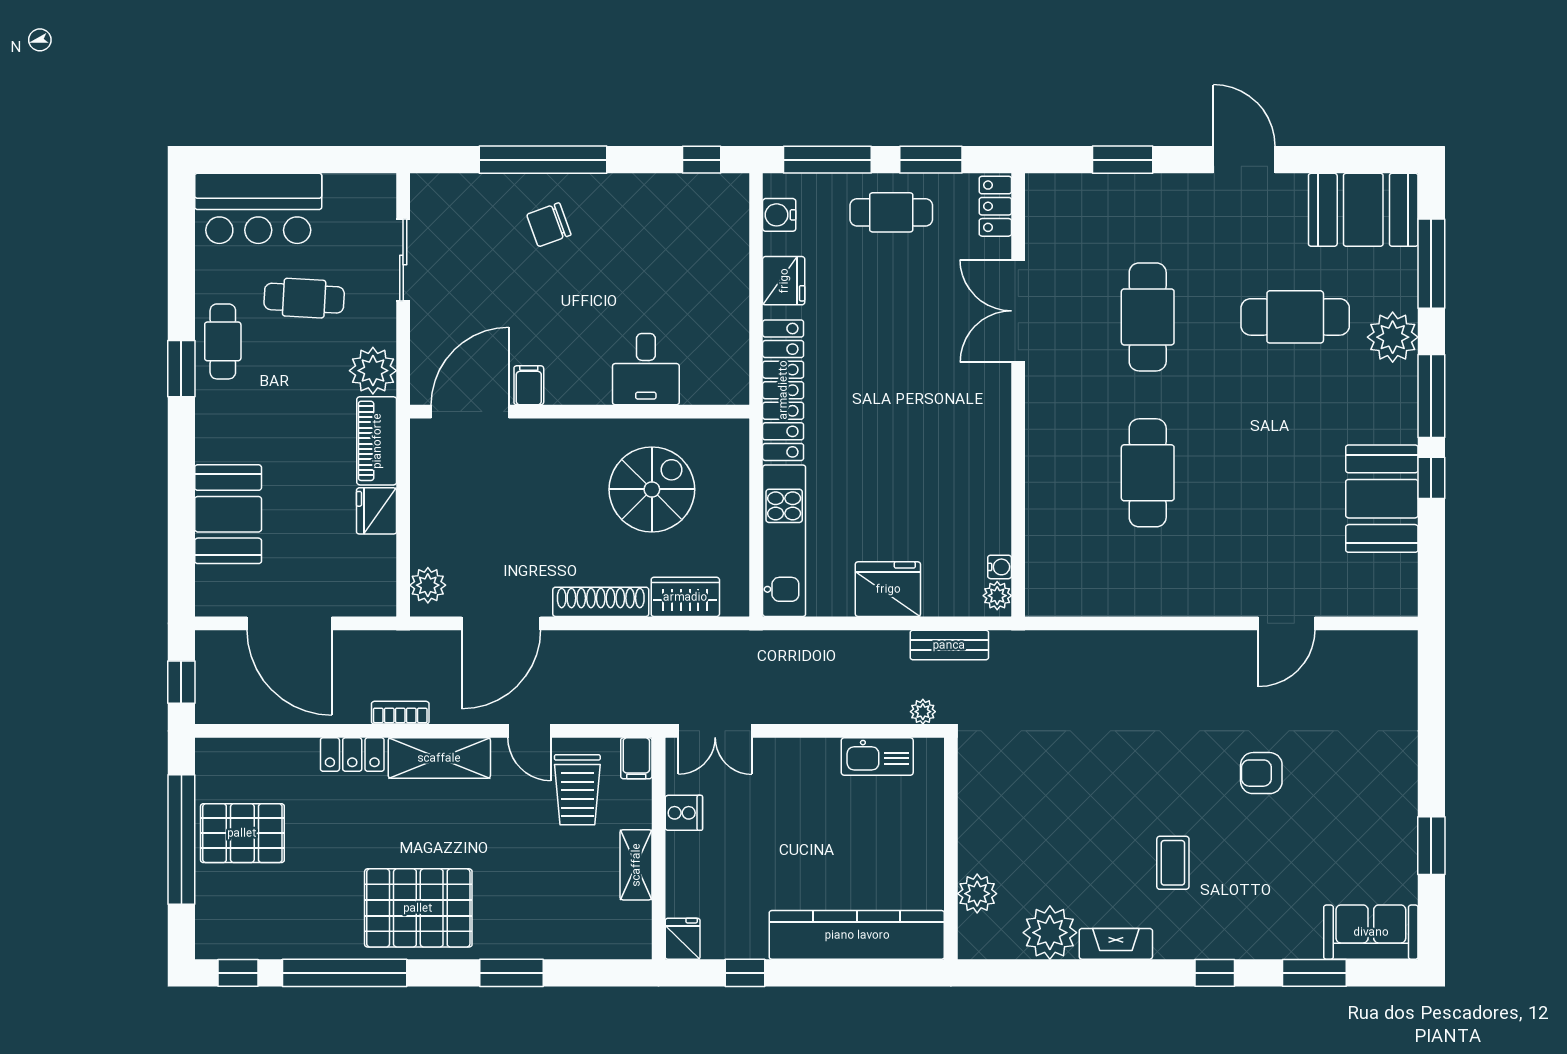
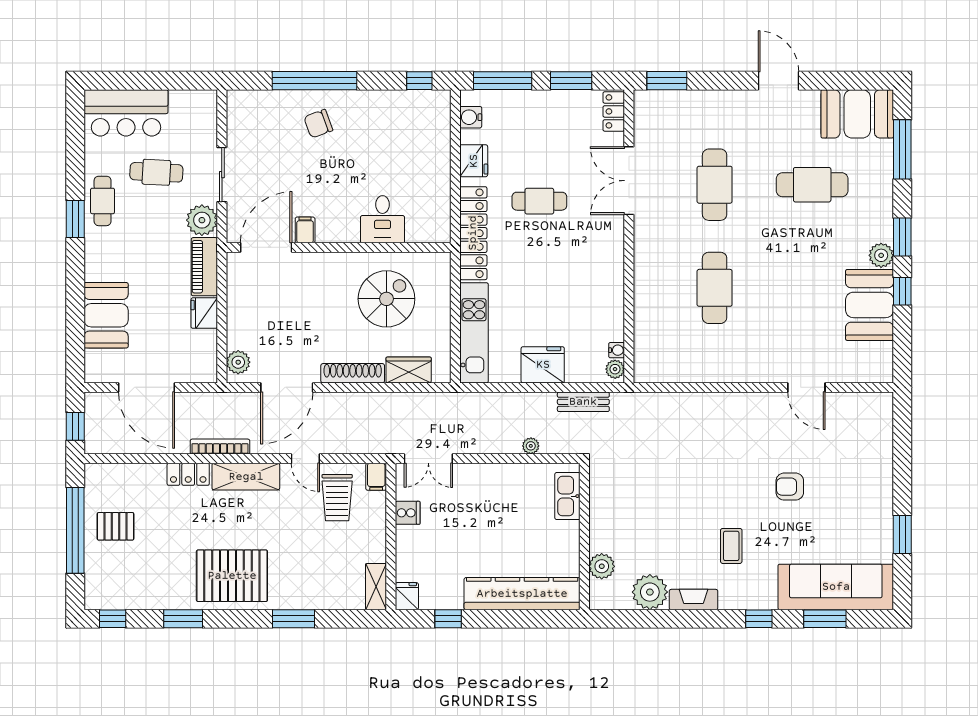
window: (1123, 160) -> (667, 81), moved
cafe table: (891, 212) -> (539, 201), moved
sliding door: (403, 260) -> (222, 175), moved
plant: (1393, 337) -> (881, 255), moved, width x0.73, depth x0.73
window: (1431, 396) -> (902, 237), width x0.69
door: (1286, 623) -> (806, 387), hinge flipped
plant: (923, 712) -> (531, 446), moved
bookcase: (400, 713) -> (220, 447), width x1.56
kitchen sink: (877, 756) -> (567, 496), moved, turned 90
pallet: (242, 833) -> (116, 526), width x0.67, depth x0.71
shelving: (636, 865) -> (376, 587), moved
sofa: (1371, 932) -> (836, 587), width x1.85, depth x1.27
window: (345, 973) -> (183, 619), width x0.47

